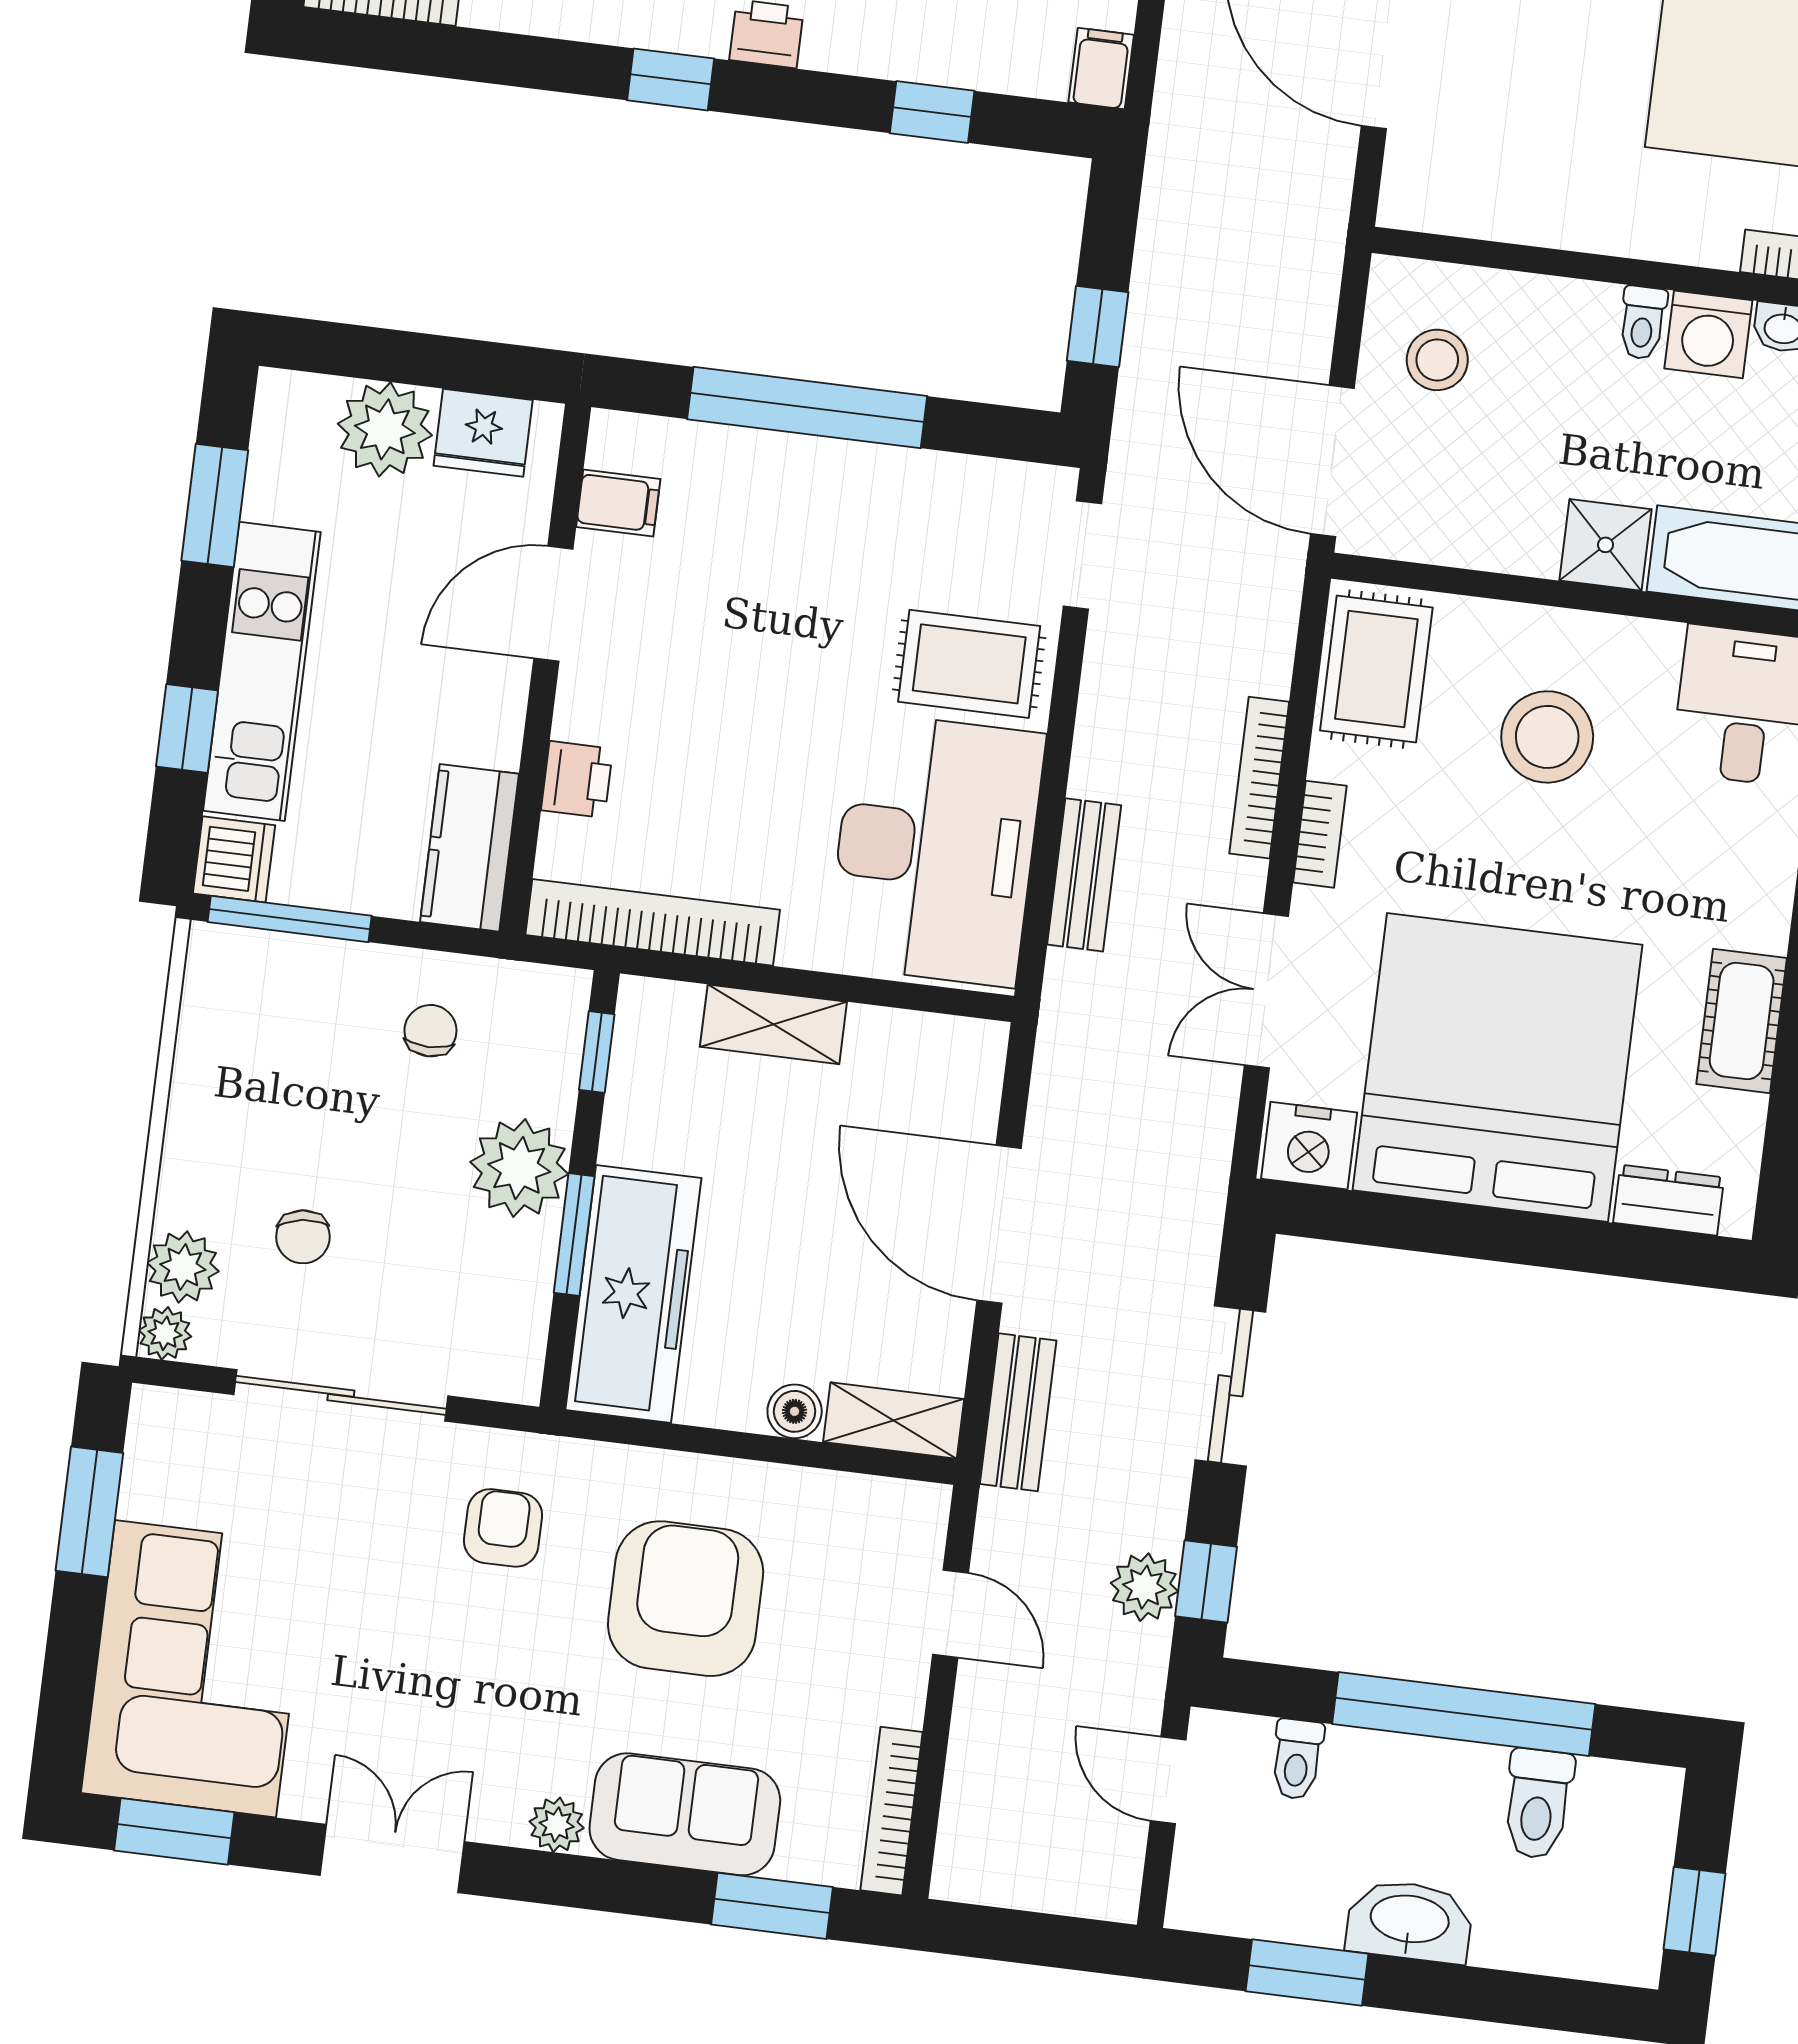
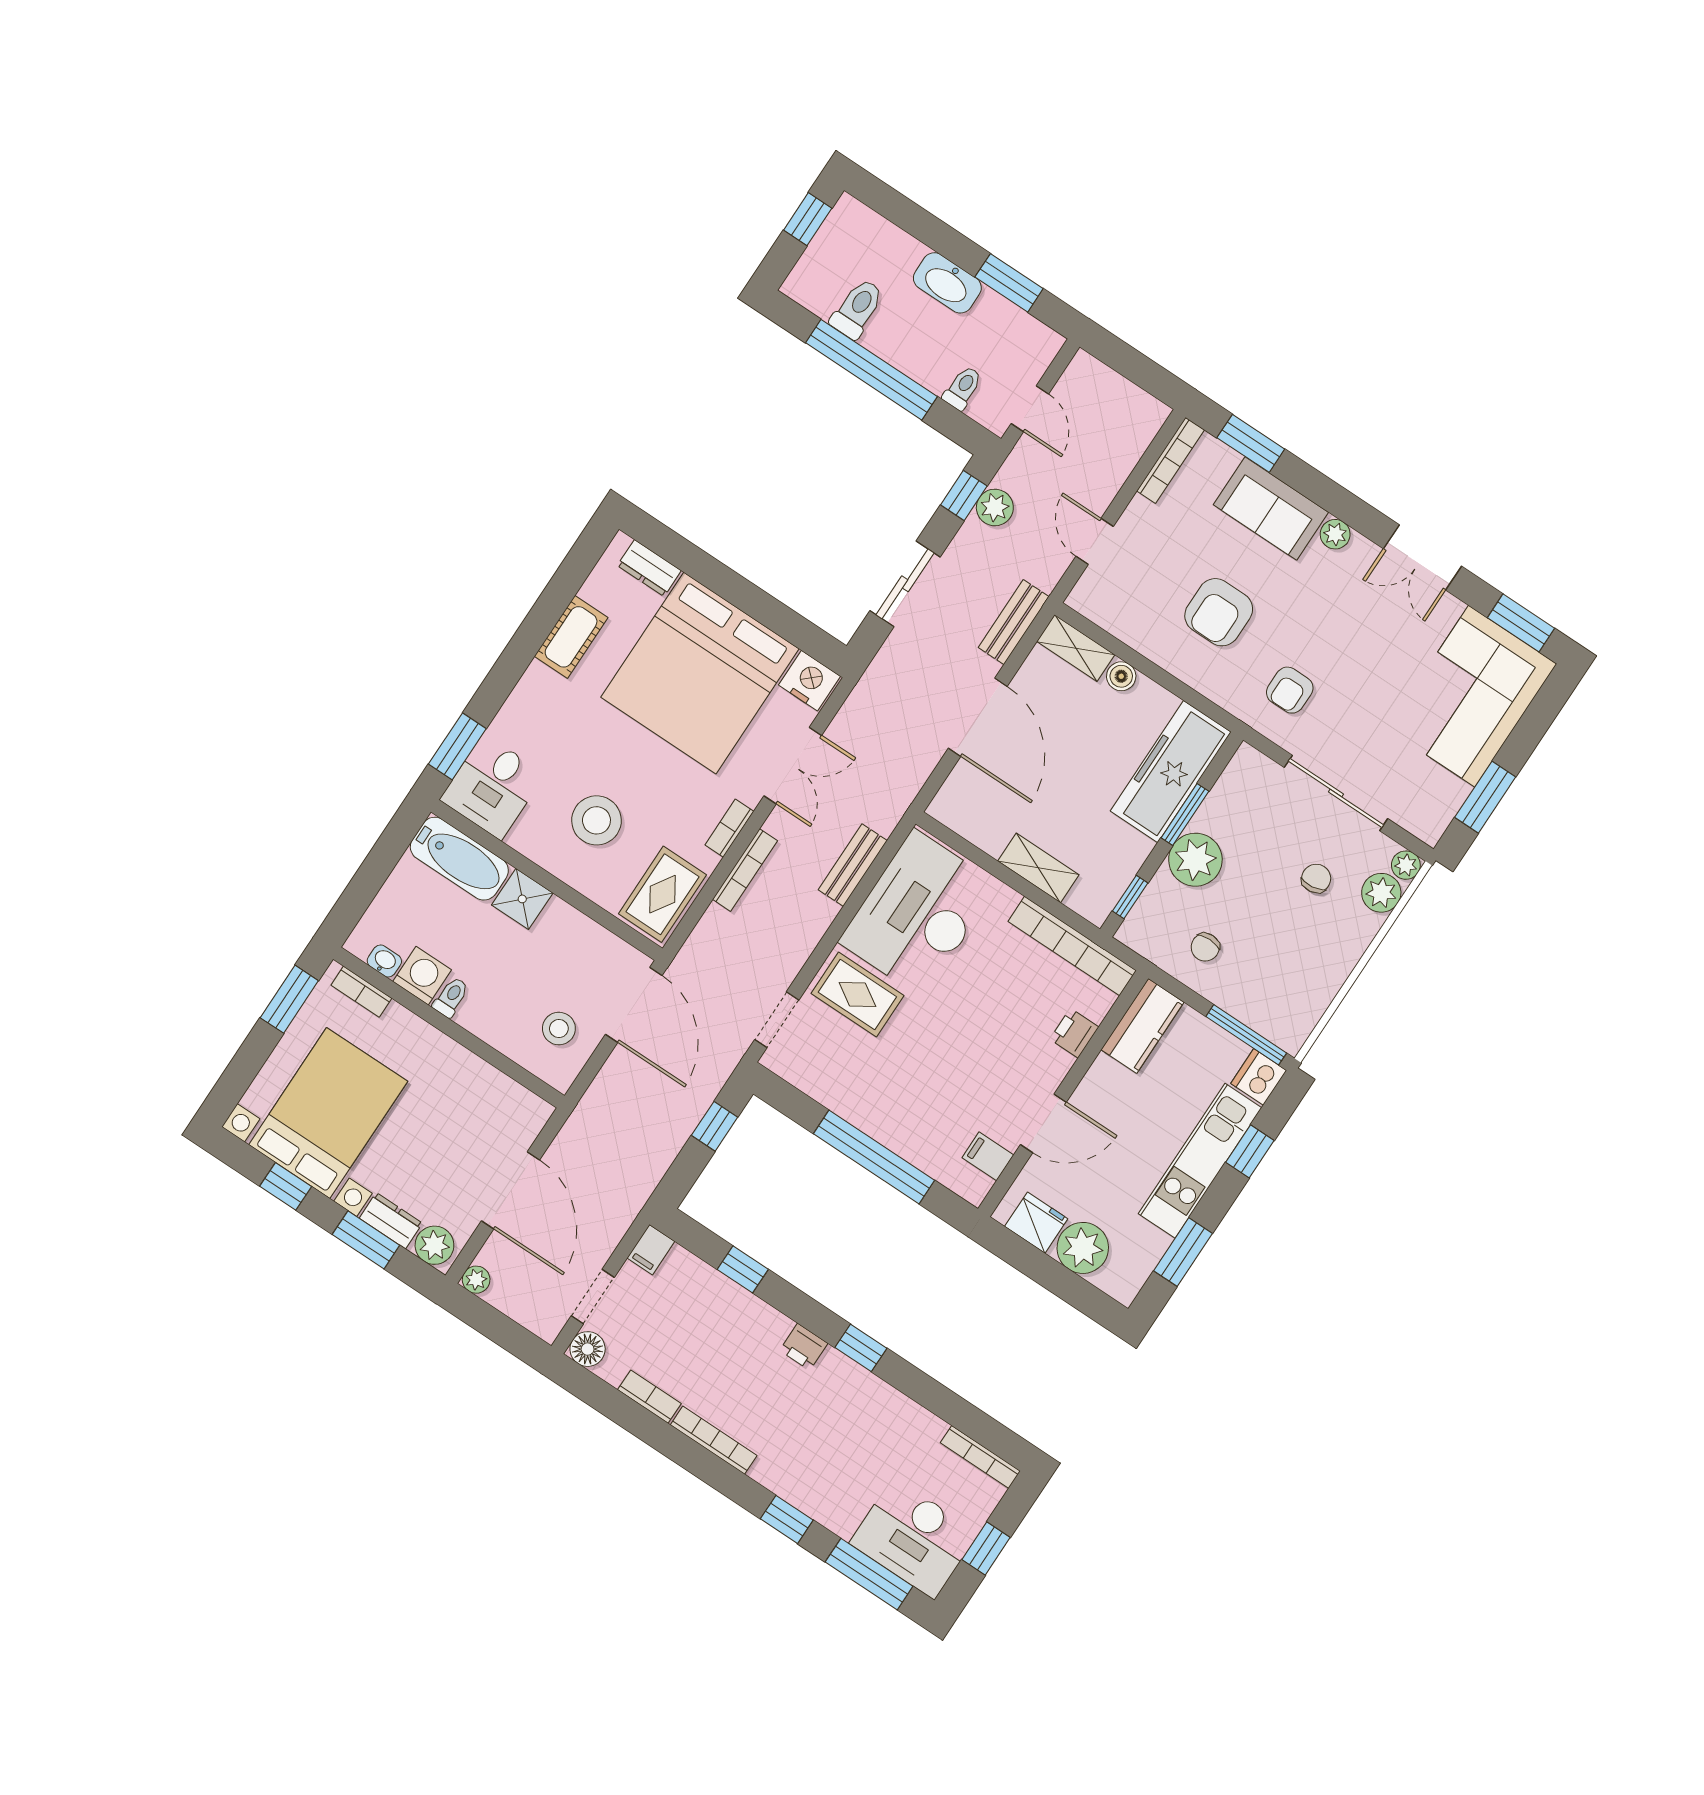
armchair: (686, 1599) -> (1219, 612), width x0.73, depth x0.73

